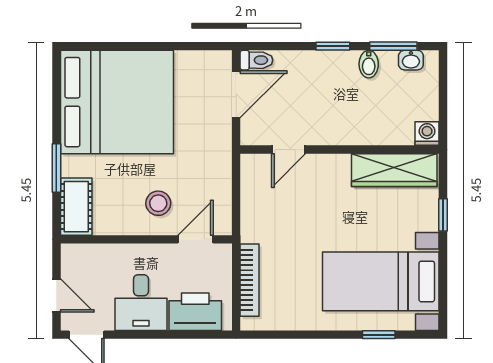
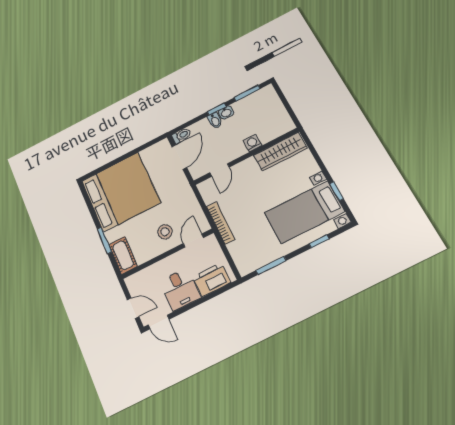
washbasin: (411, 60) -> (226, 112), moved
bidet: (369, 64) -> (215, 121), moved
washing machine: (427, 134) -> (252, 143), moved
window: (443, 215) -> (336, 191), moved
bookcase: (250, 280) -> (221, 223), moved
window: (292, 335) -> (271, 265), added

